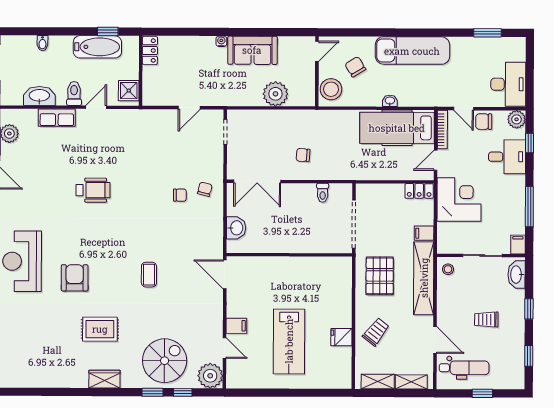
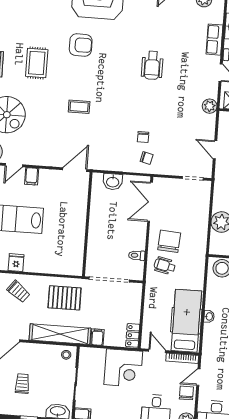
plant: (137, 118) -> (210, 106), added
chair: (303, 155) -> (169, 241), width x1.87, depth x1.87
wheelchair: (333, 158) -> (165, 266), added

